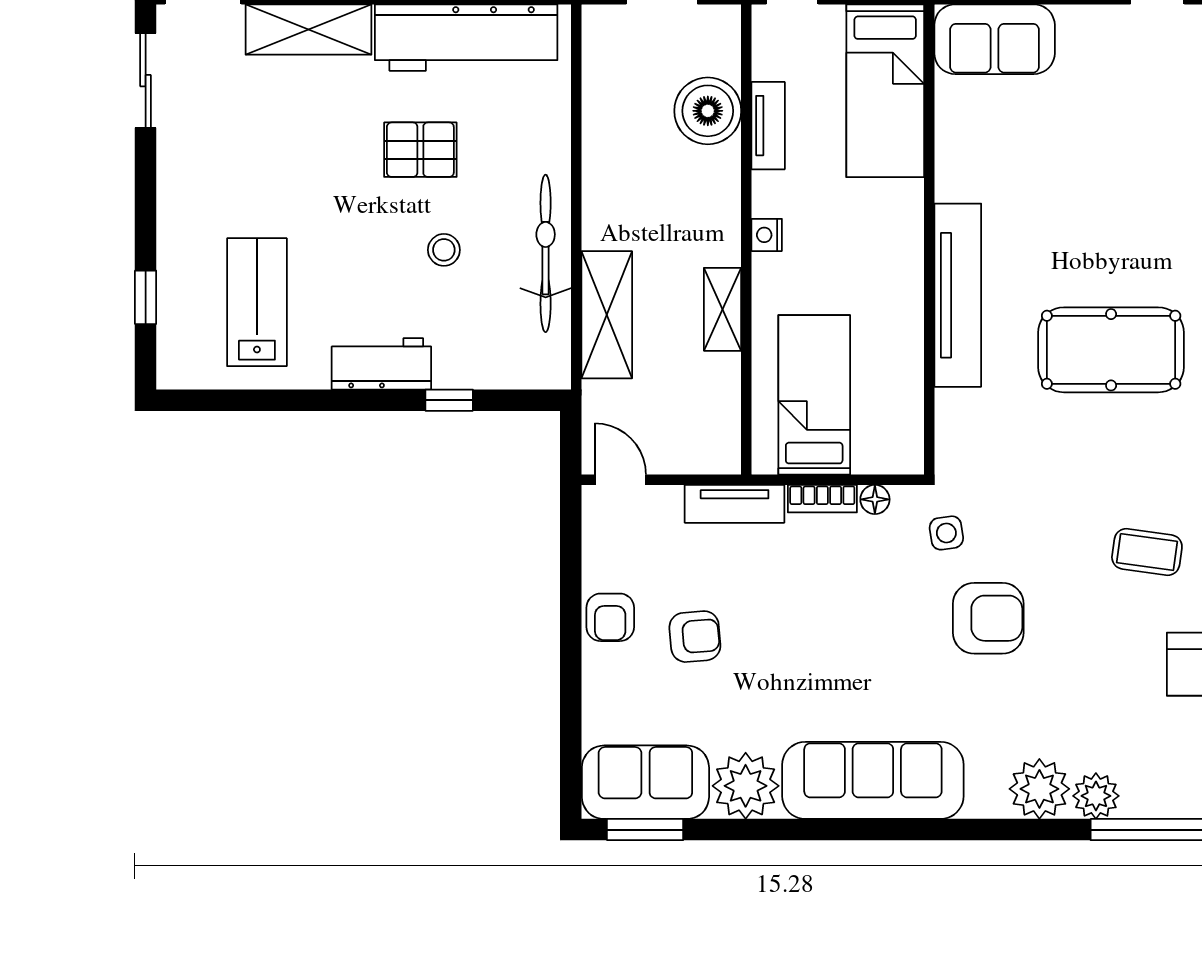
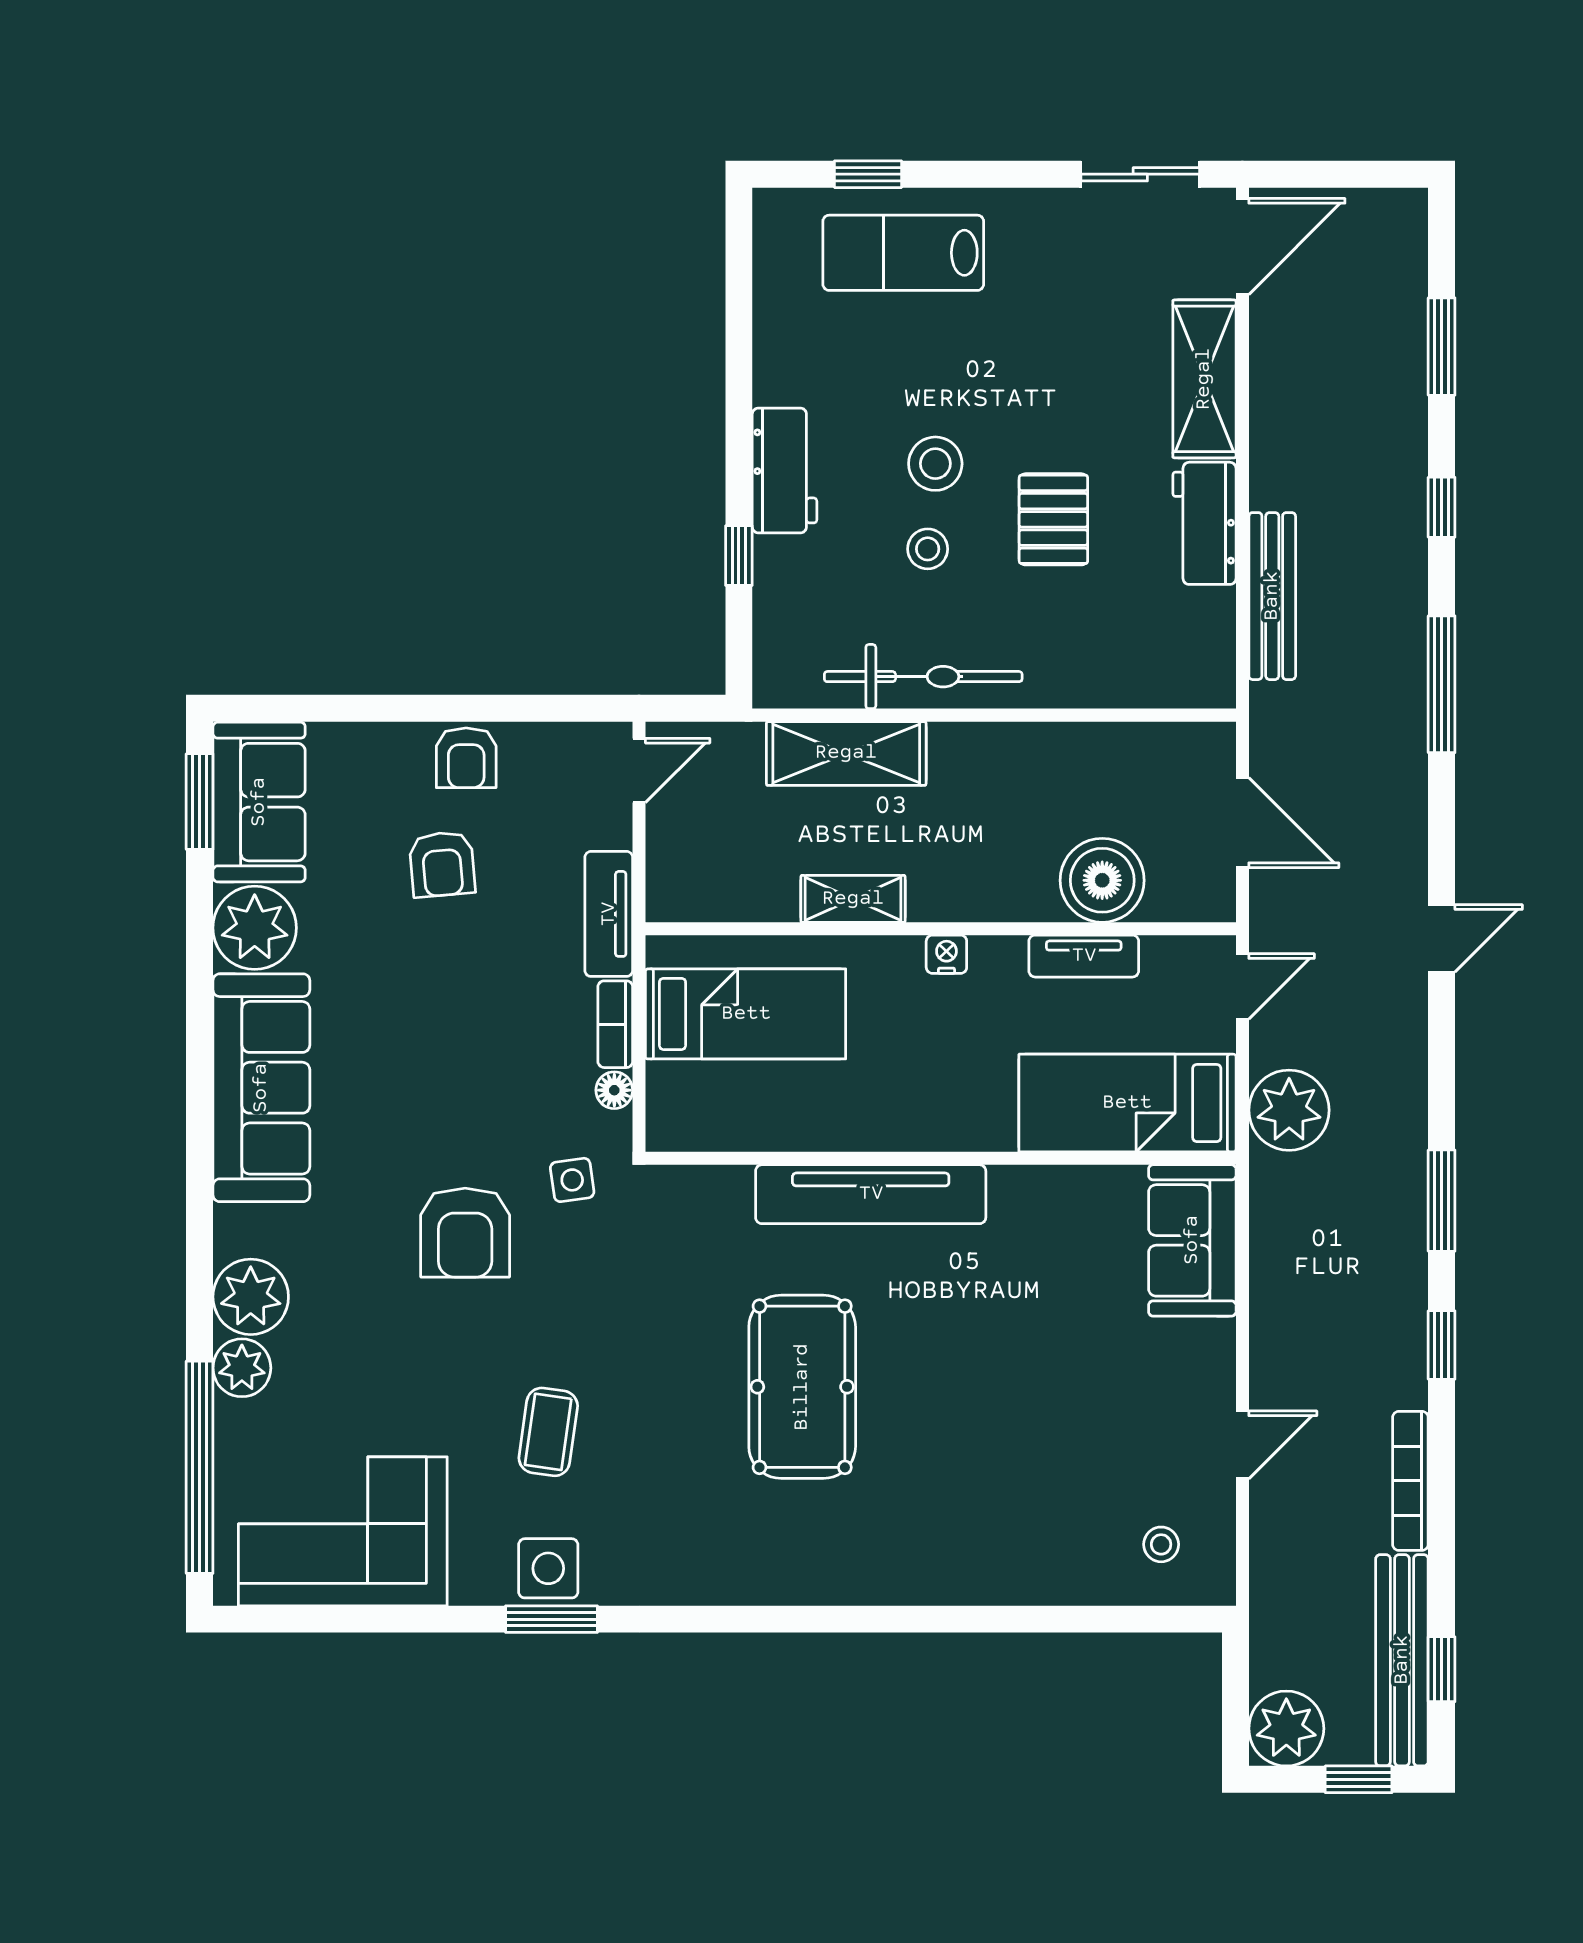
workbench: (466, 38) -> (1204, 523), width x0.53, depth x0.76
stool: (376, 244) -> (935, 464), added
lab bench: (257, 302) -> (903, 253), moved, turned 180
armchair: (610, 617) -> (466, 758), turned -90

